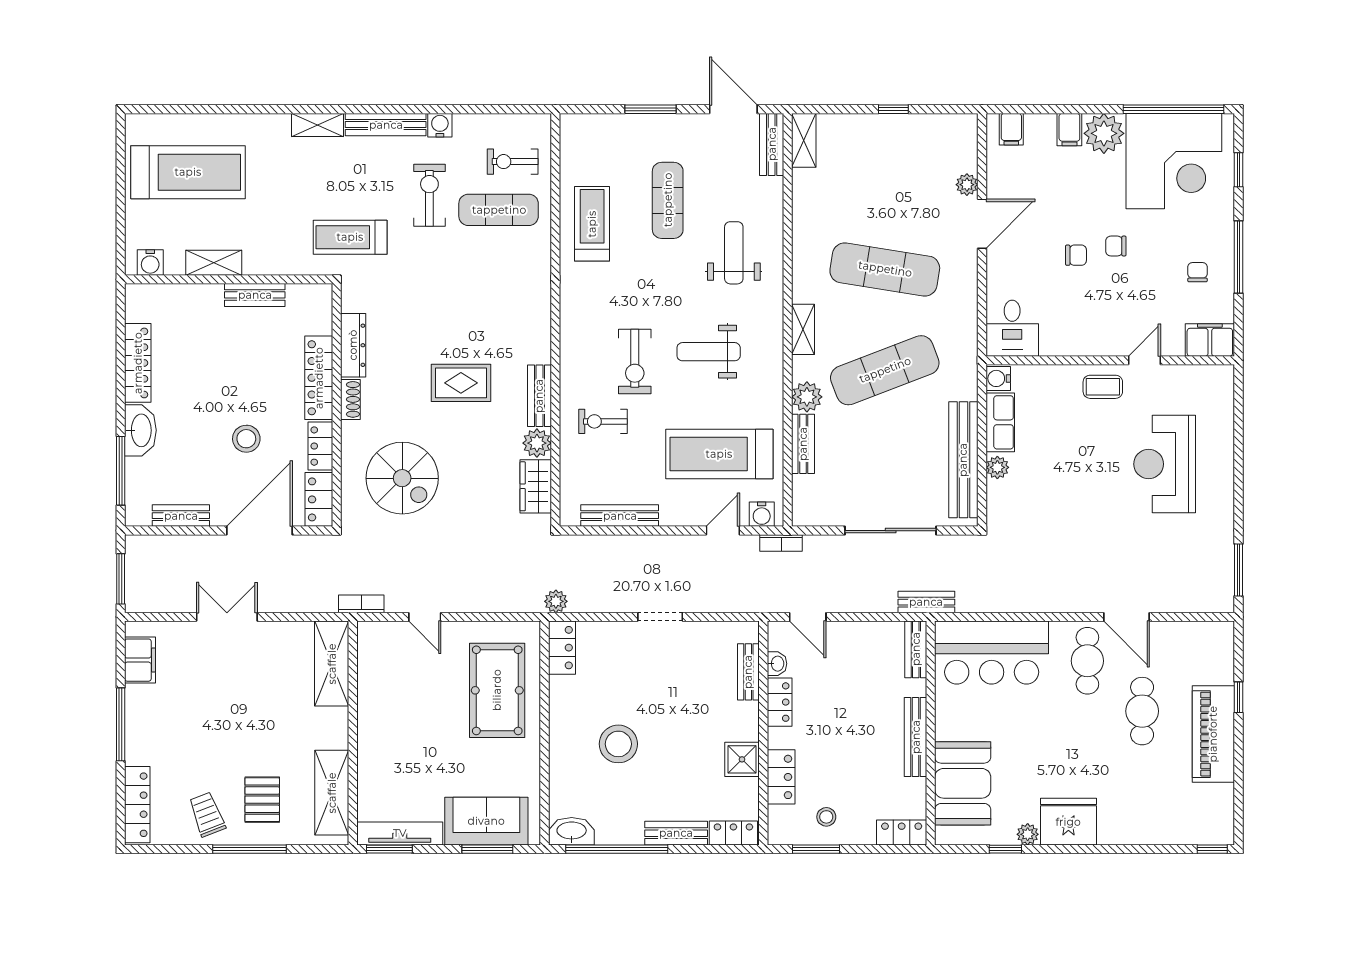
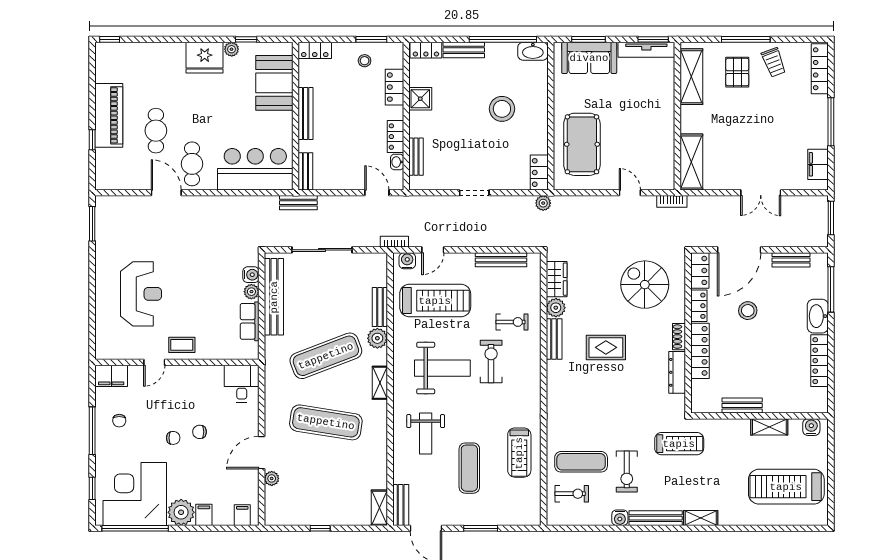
weight bench: (709, 352) -> (442, 368), width x1.36, depth x1.33
water cooler: (998, 378) -> (251, 275), moved

